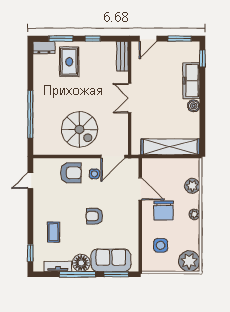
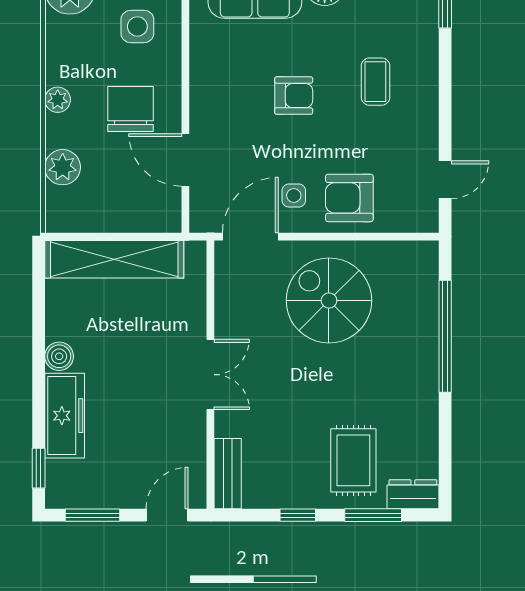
coffee table: (53, 232) -> (375, 82), moved

